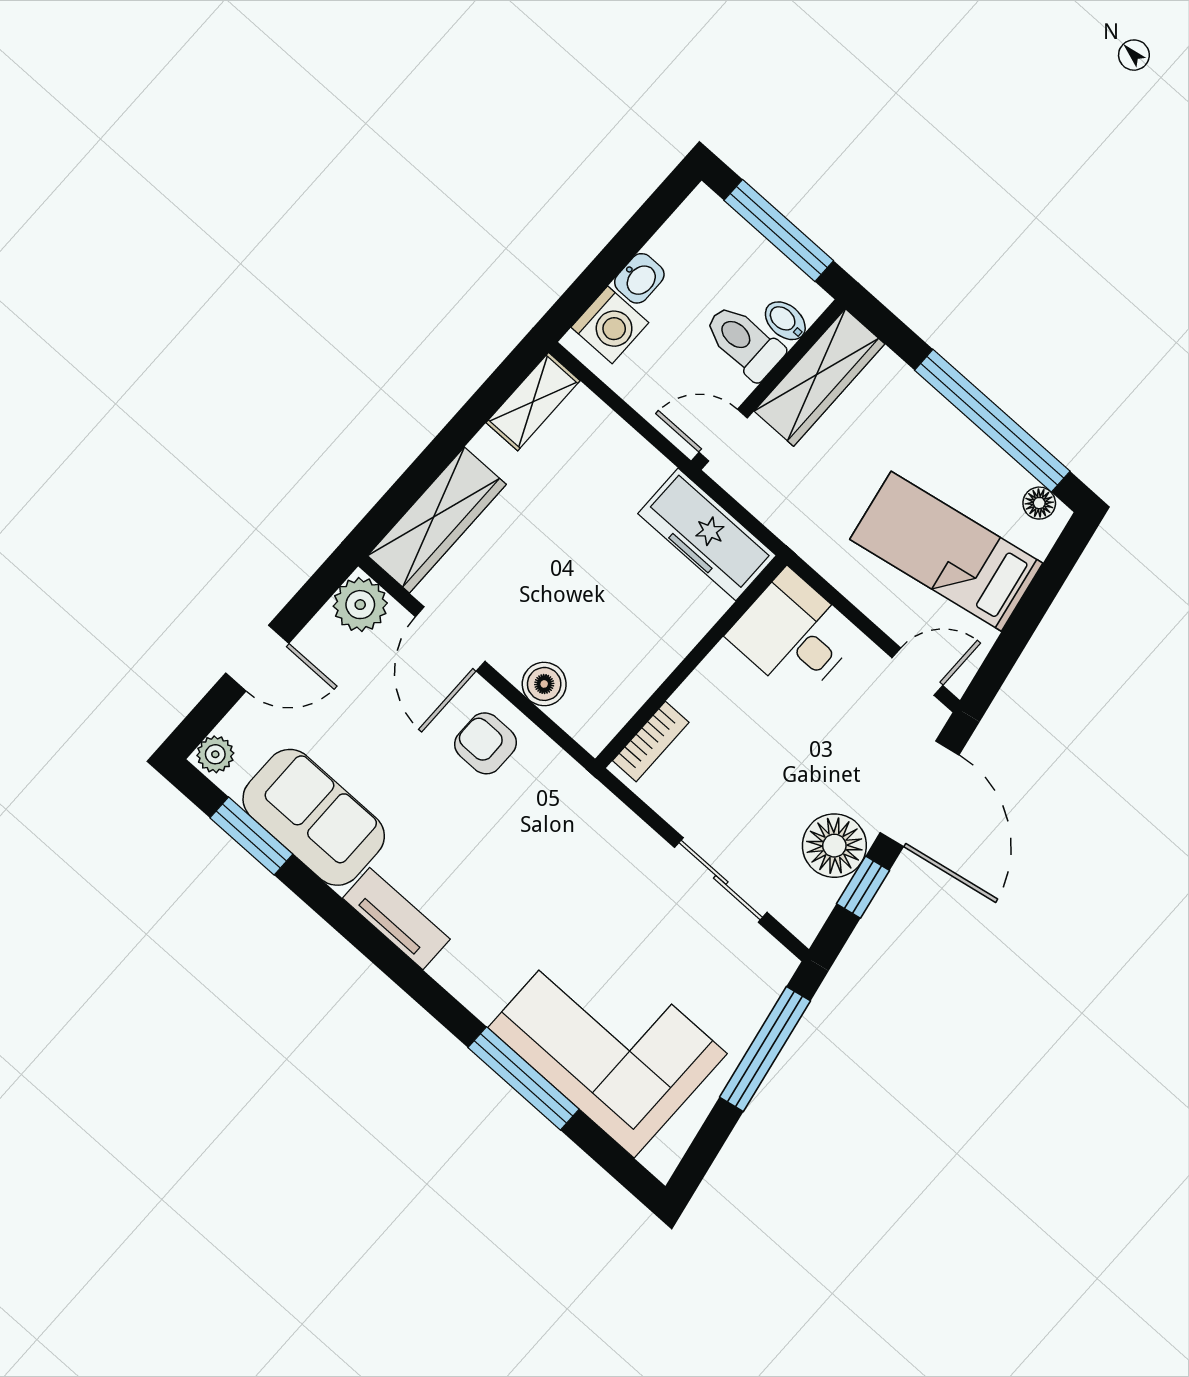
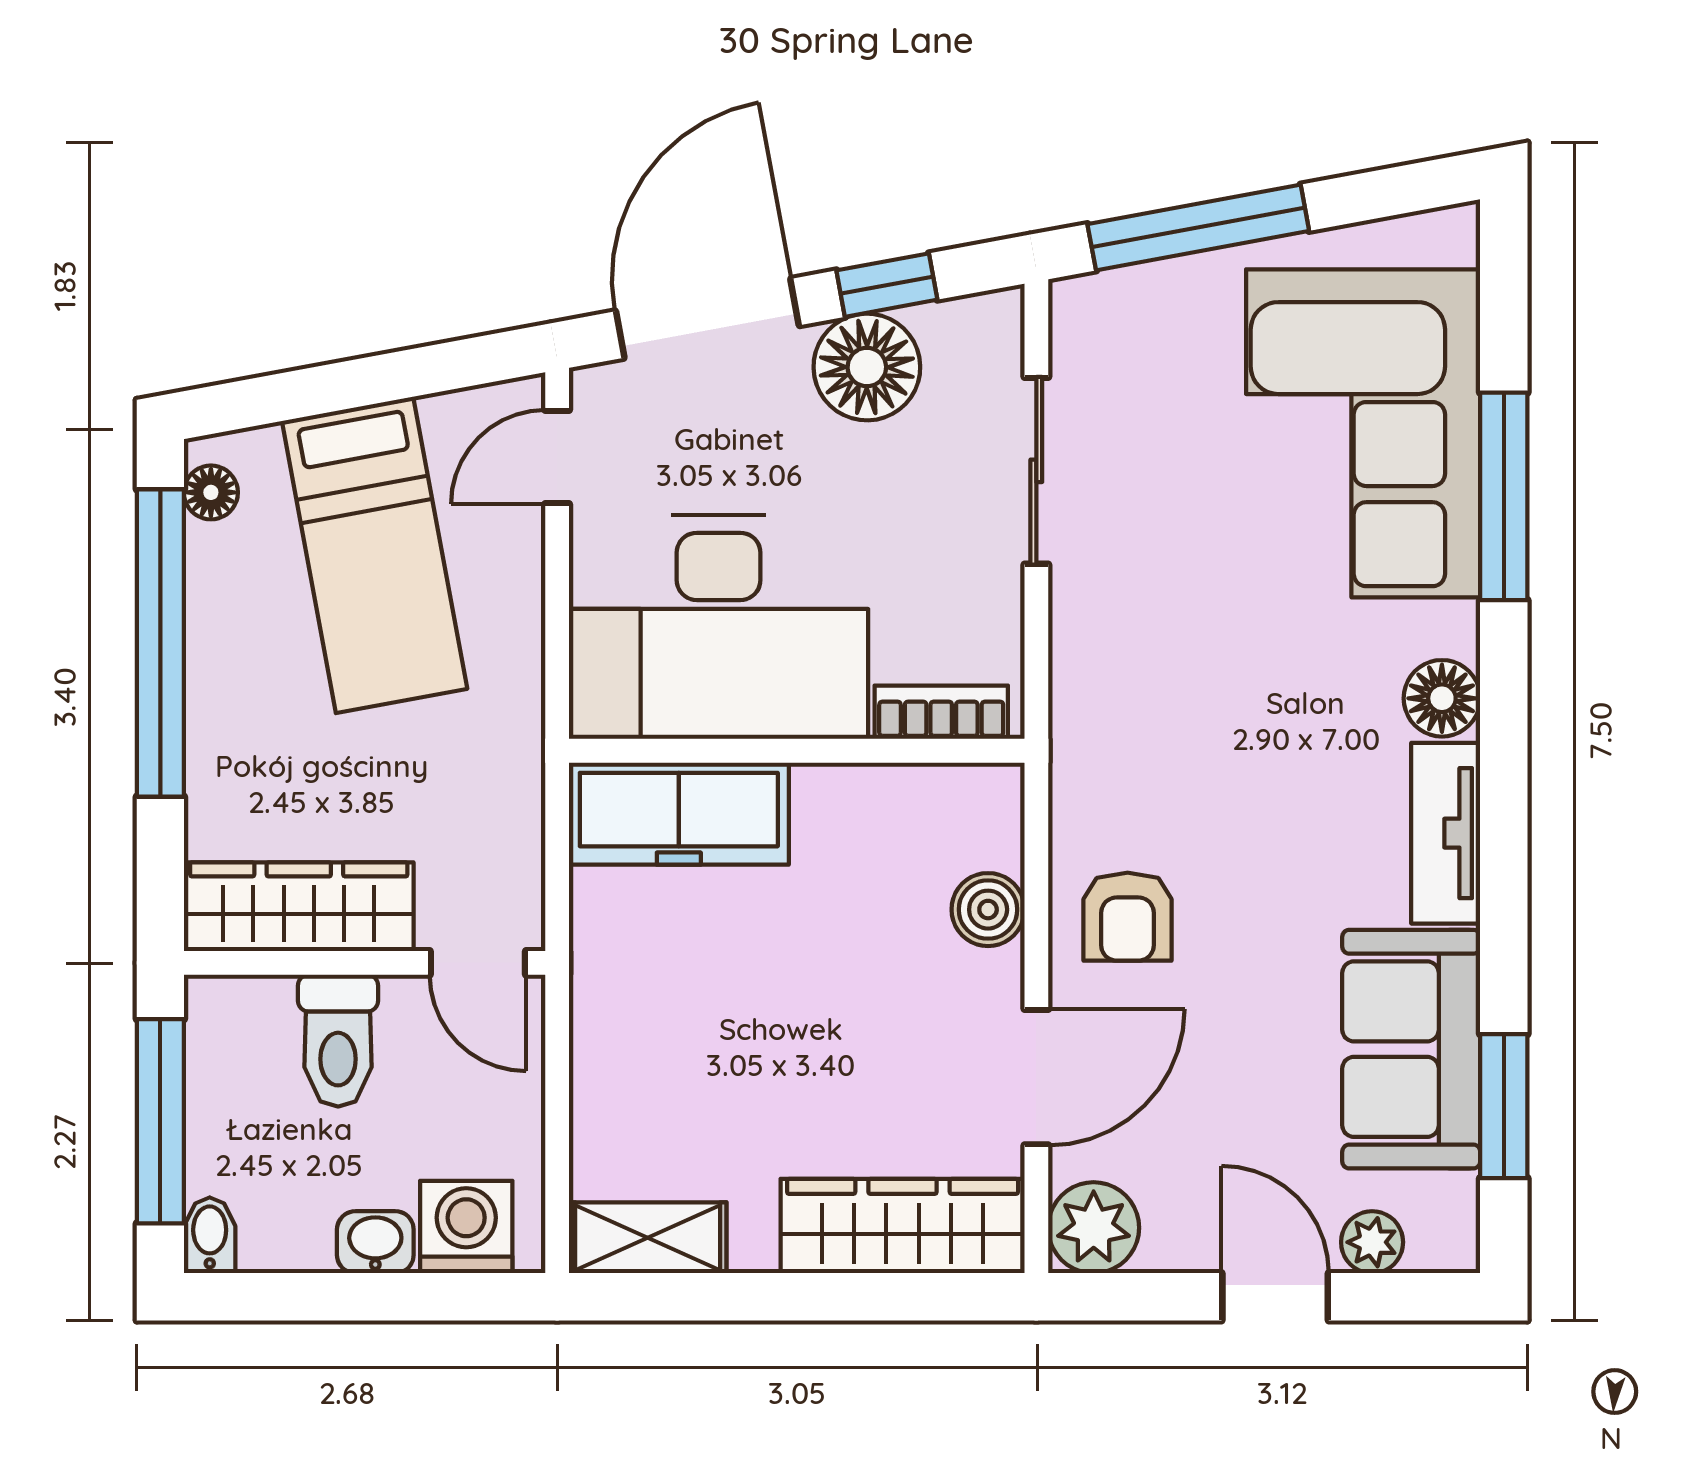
bidet: (785, 321) -> (210, 1235), moved, turned 180
freezer: (707, 534) -> (679, 814), moved, turned 90
desk: (794, 635) -> (719, 627), width x1.87, depth x1.30
door: (917, 672) -> (557, 457), hinge flipped
plant: (215, 754) -> (1372, 1242), moved
floor lamp: (458, 971) -> (1442, 698), added

